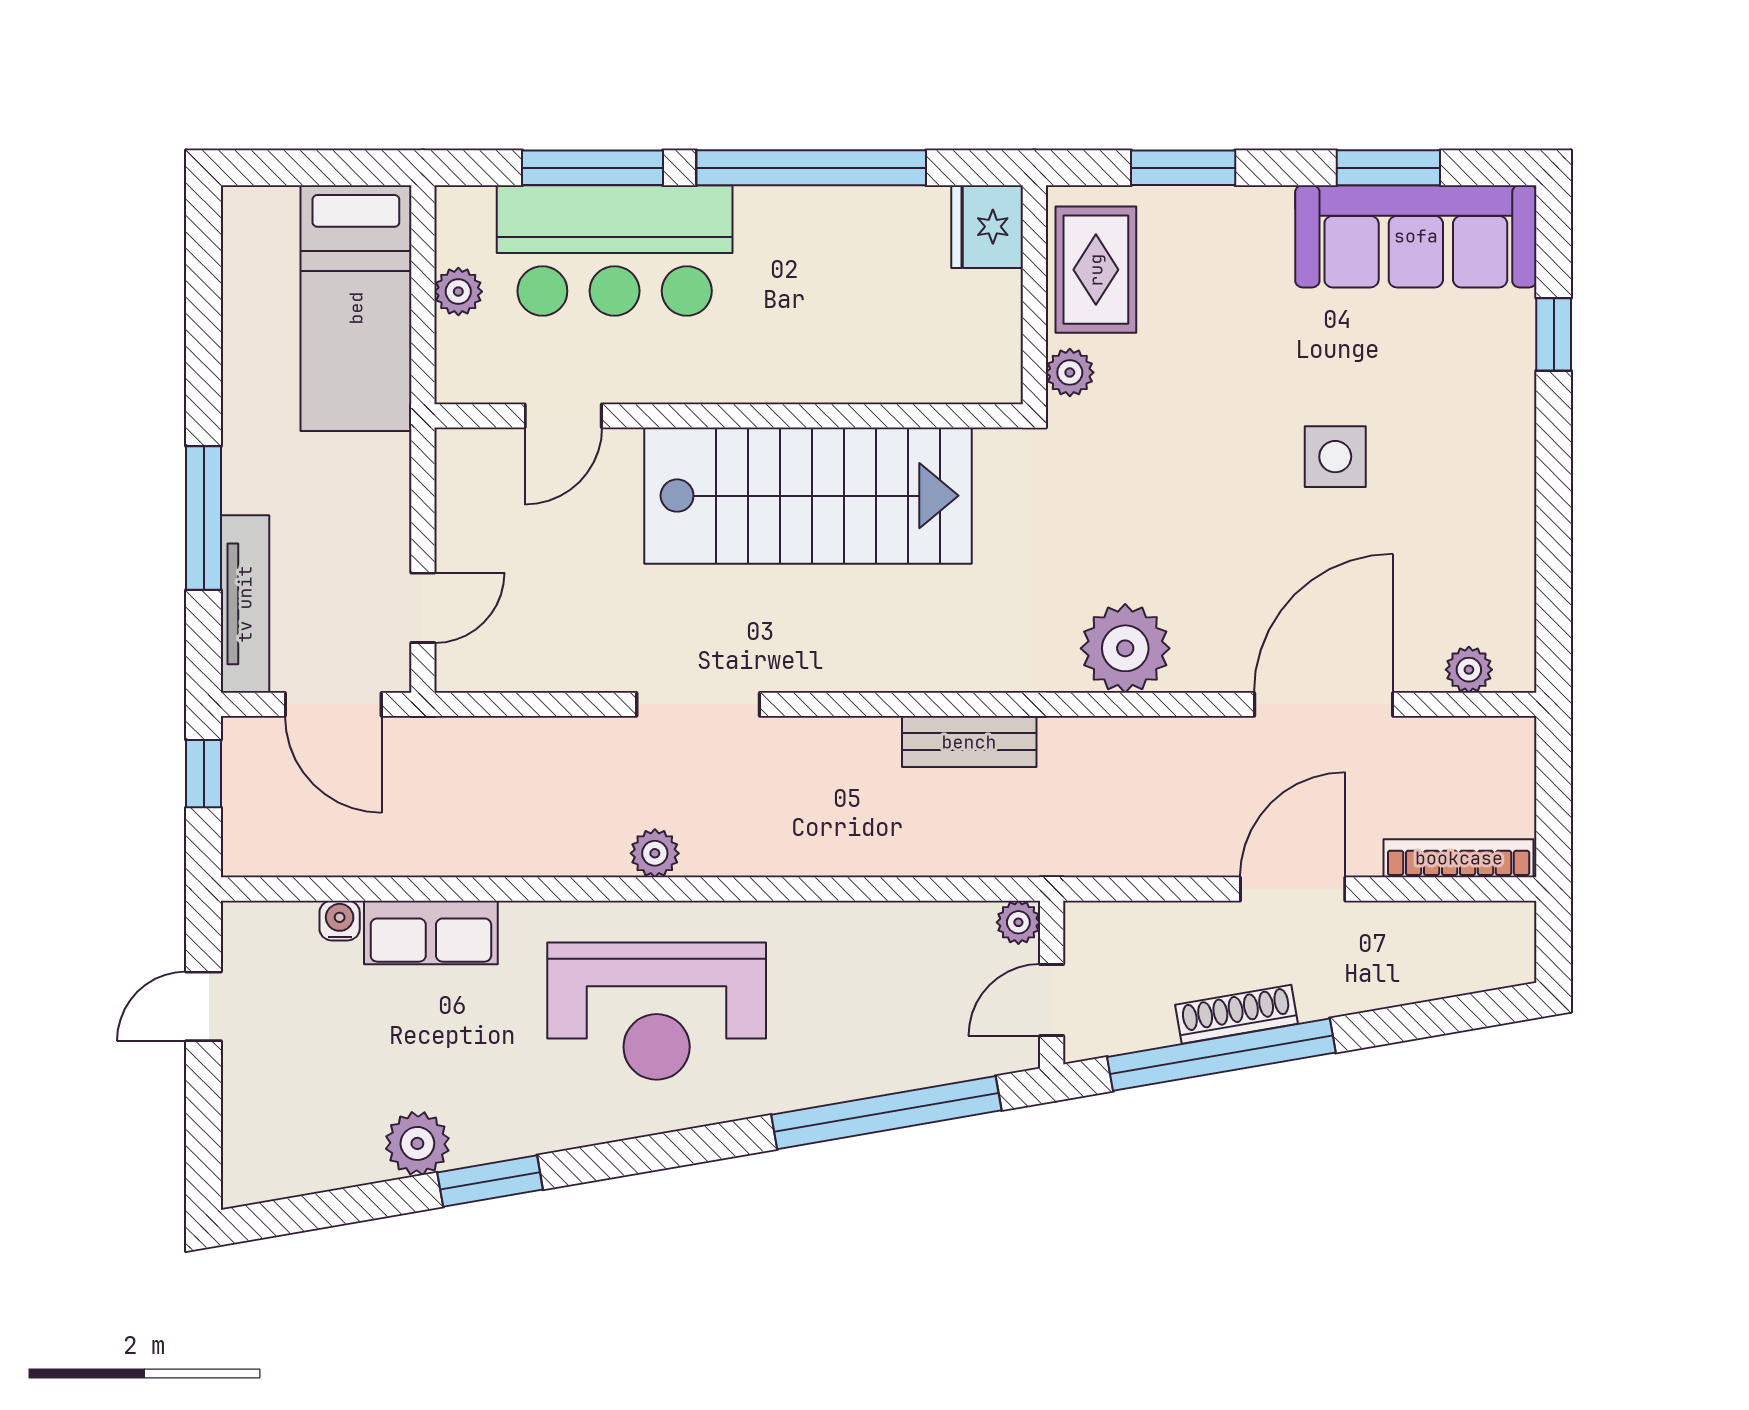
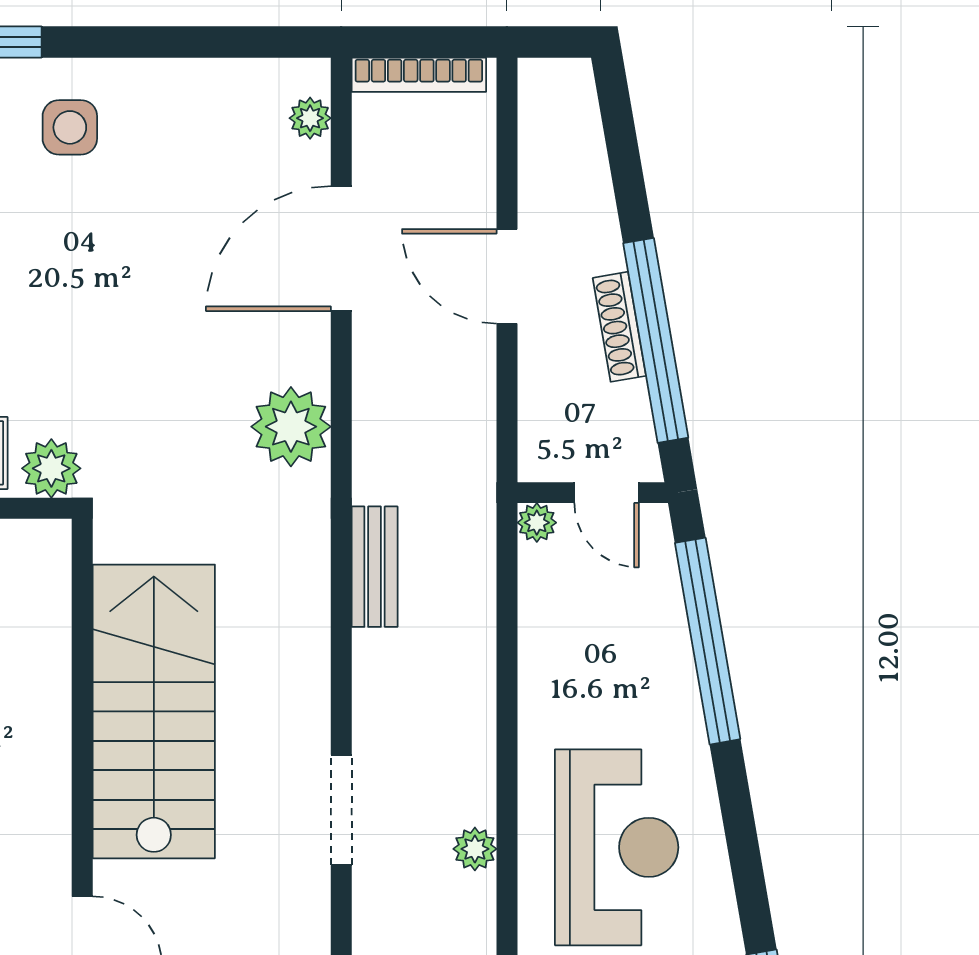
plant: (1070, 372) -> (51, 468), width x1.38, depth x1.38
side table: (1335, 457) -> (70, 127), moved
door: (1324, 704) -> (341, 249), hinge flipped
bookcase: (1459, 858) -> (419, 75), moved, turned -90

